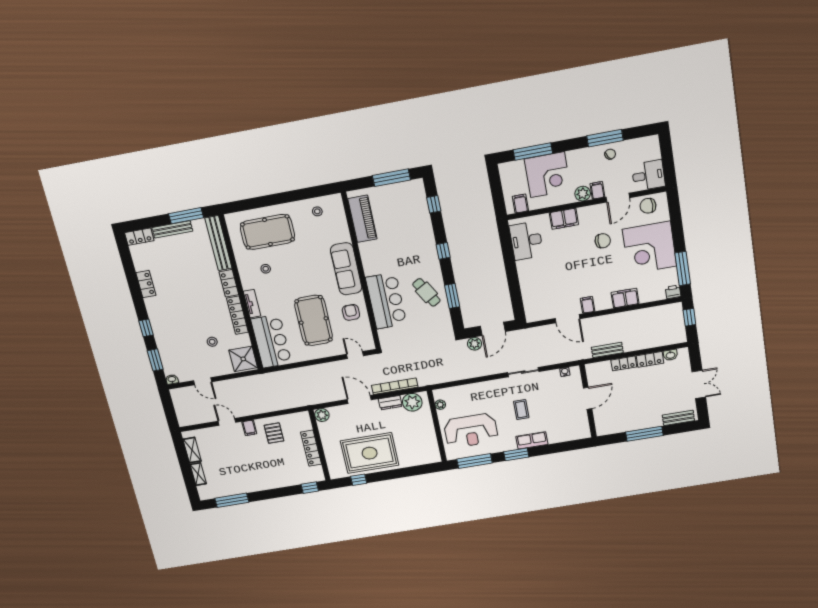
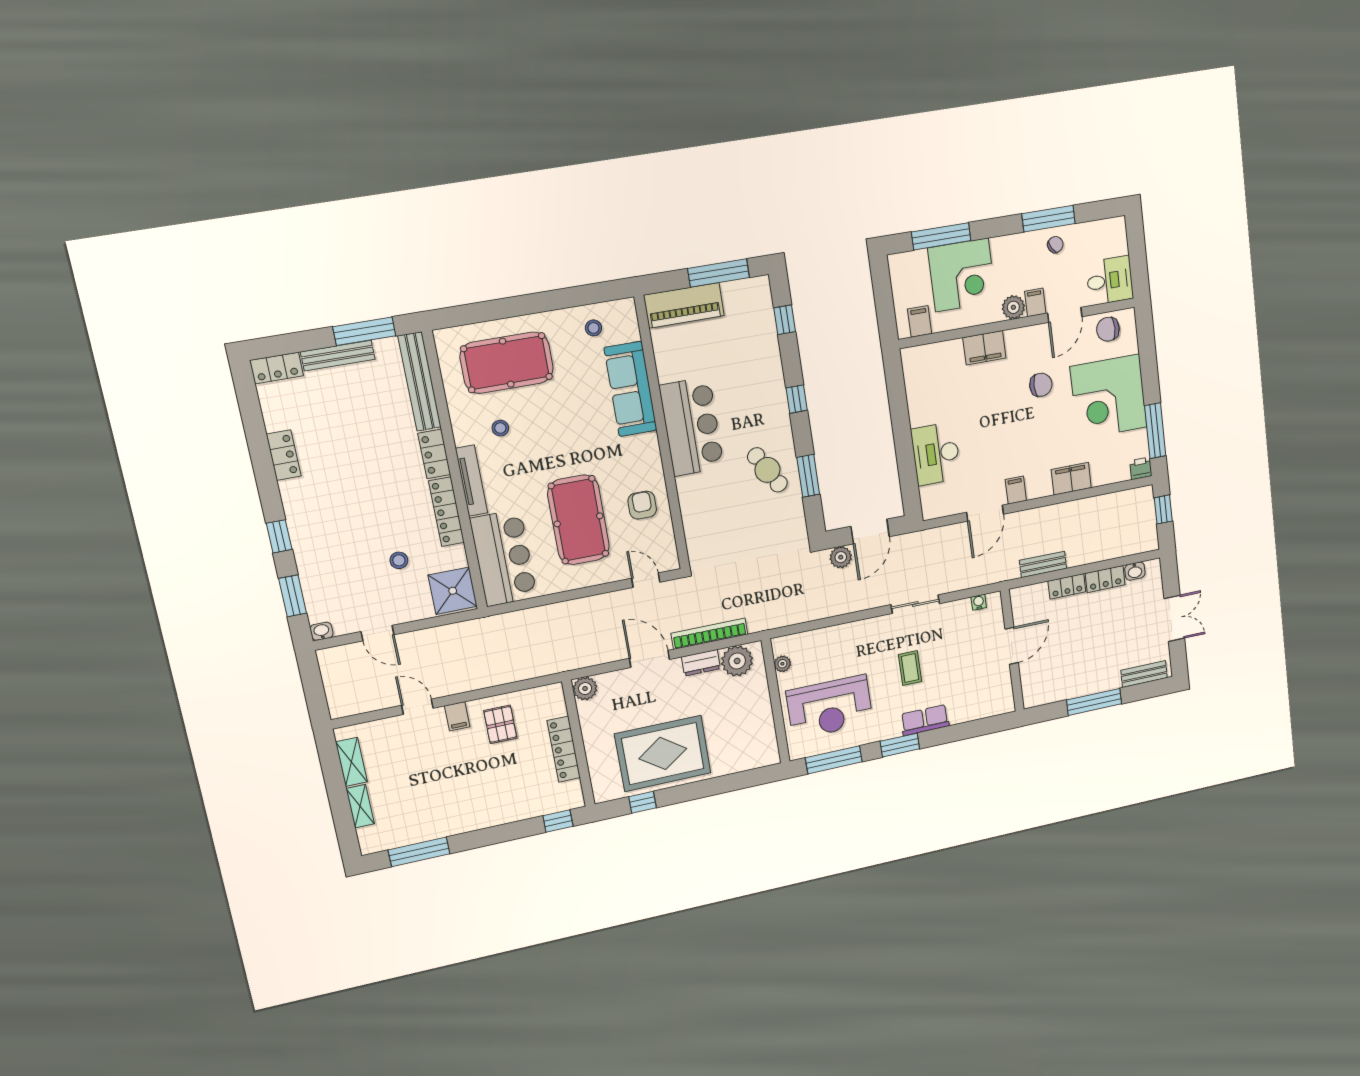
piano: (362, 219) -> (684, 305), moved, turned 90
desk: (526, 241) -> (936, 454), moved
sofa: (346, 269) -> (631, 389), moved
bar counter: (386, 301) -> (692, 427), moved
tv unit: (252, 304) -> (471, 481), width x1.41
door: (567, 319) -> (985, 513), hinge flipped

